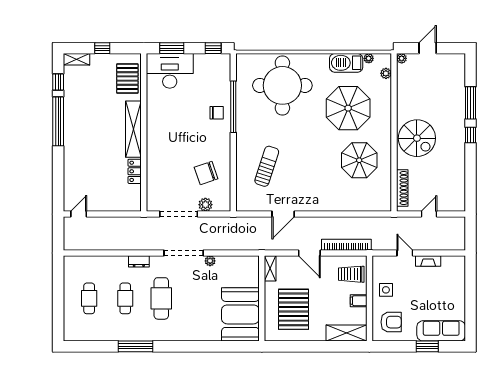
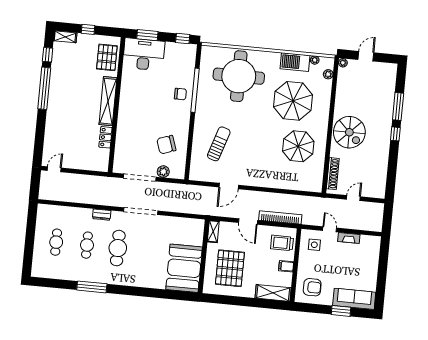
plant: (210, 261) -> (163, 220), removed
side table: (386, 290) -> (314, 245), moved

